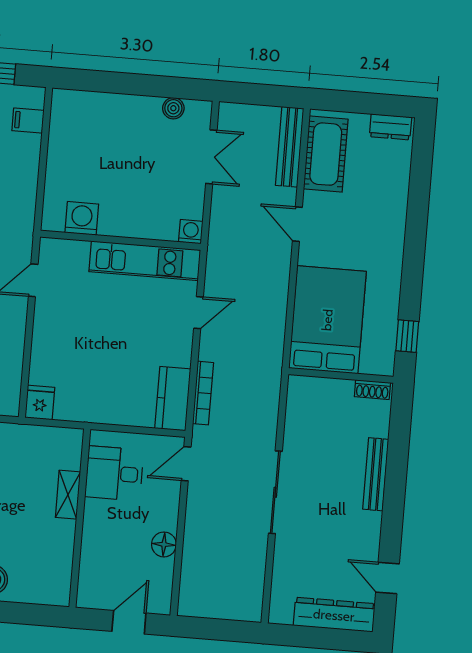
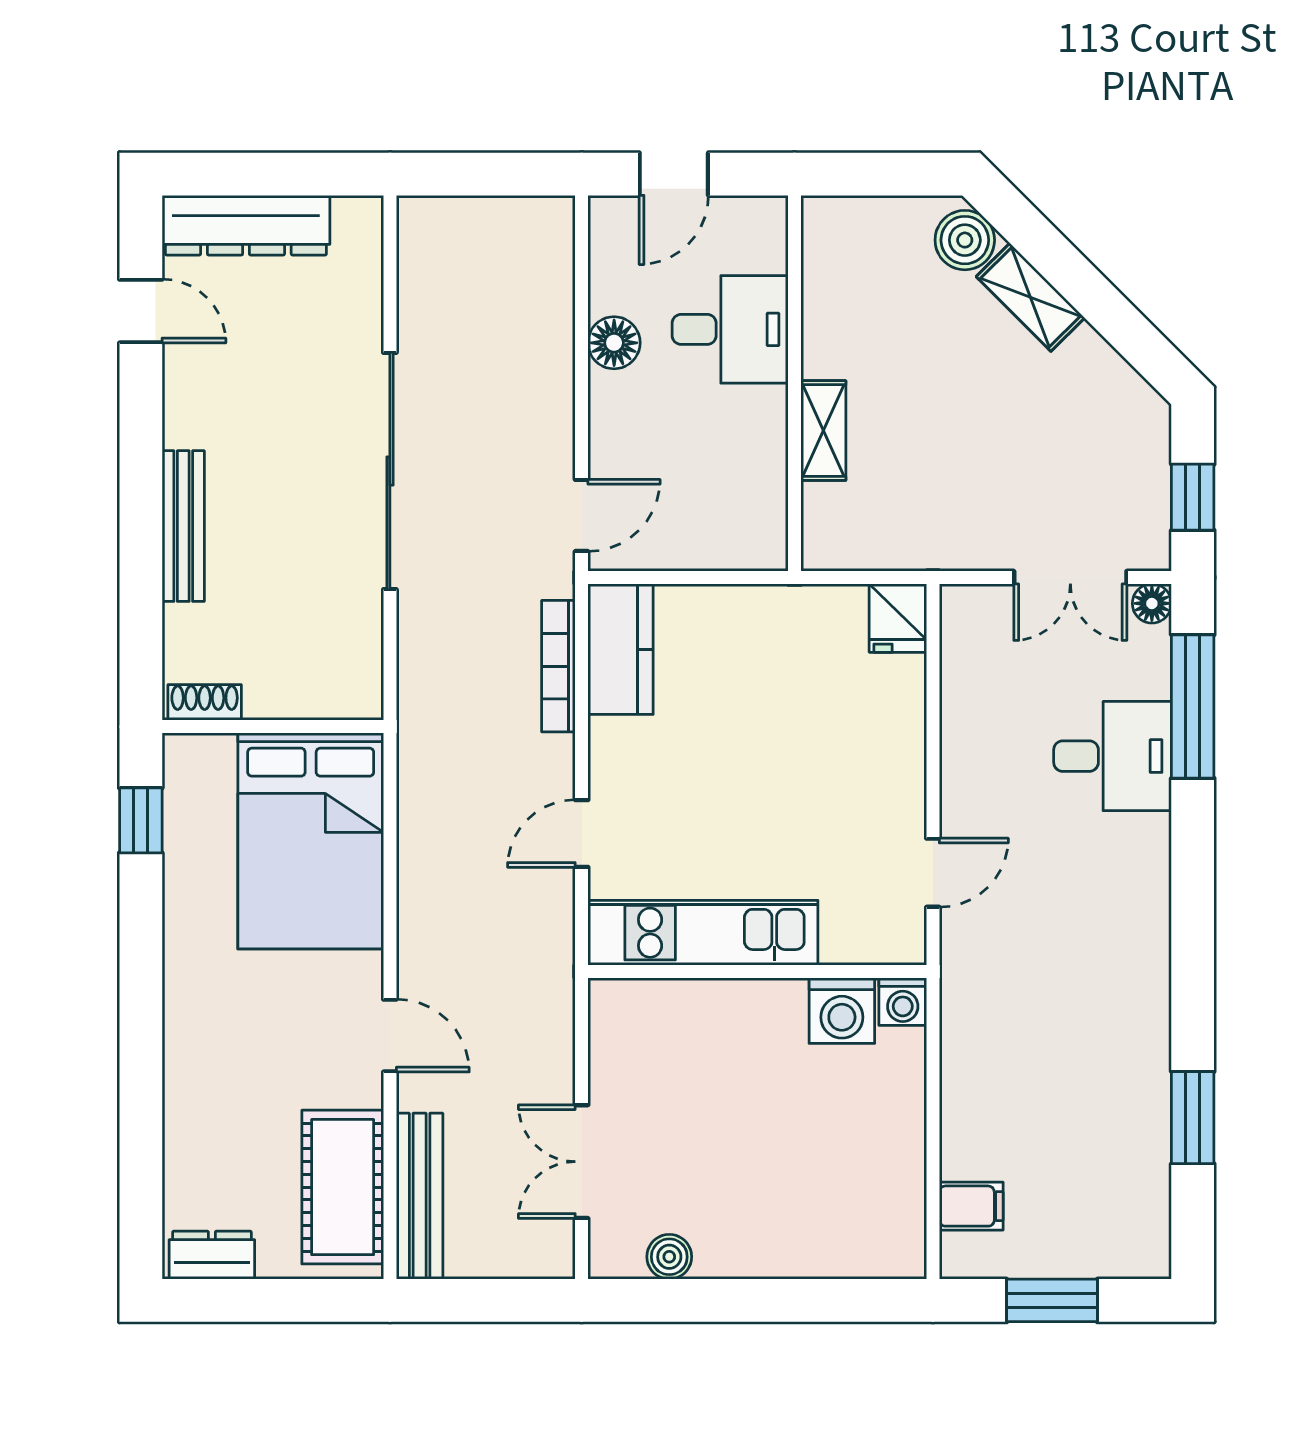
washing machine: (191, 232) -> (903, 1002), moved
desk: (114, 473) -> (730, 329), moved
sliding door: (275, 492) -> (390, 471), width x1.36

